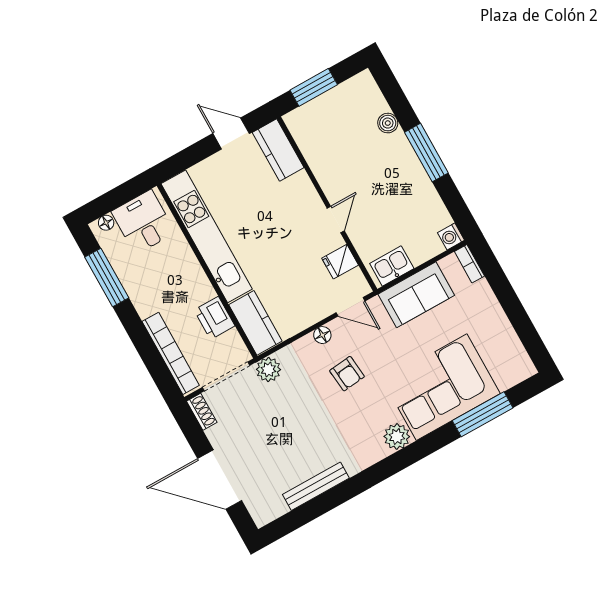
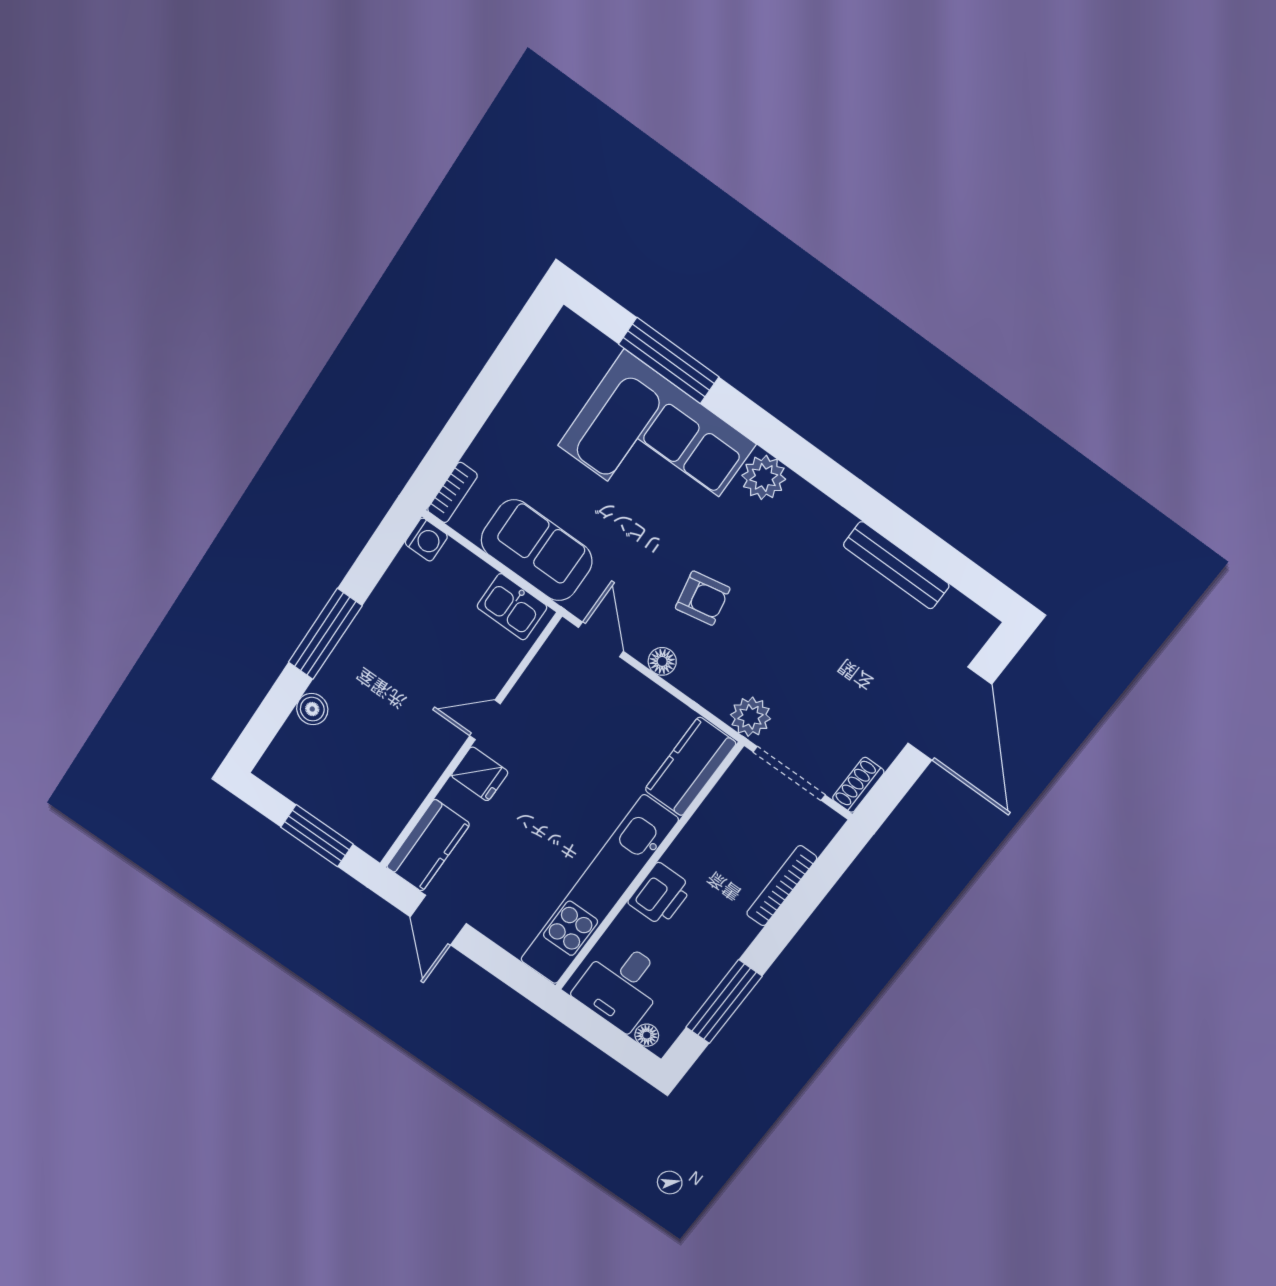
fridge: (340, 262) -> (480, 774), moved
printer: (214, 318) -> (660, 895), moved
bookcase: (171, 353) -> (782, 886), width x0.68, depth x0.76
armchair: (347, 374) -> (703, 598), turned 85

